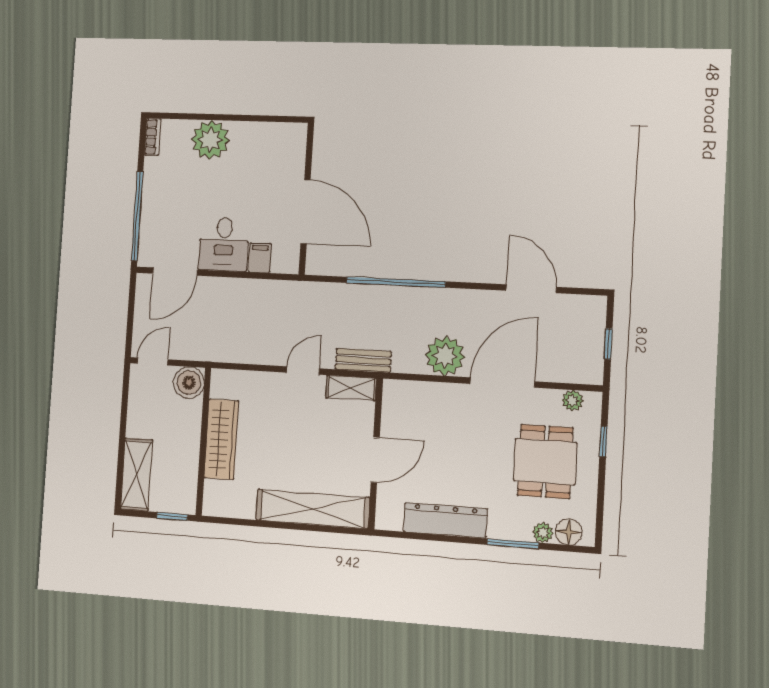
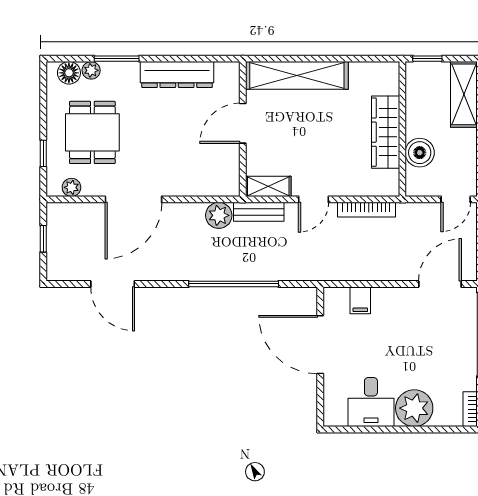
desk: (224, 244) -> (371, 402), moved, turned 180
bookcase: (247, 356) -> (366, 210), added
plant: (445, 356) -> (219, 215), moved, width x0.73, depth x0.73
boiler: (189, 383) -> (420, 153), moved

